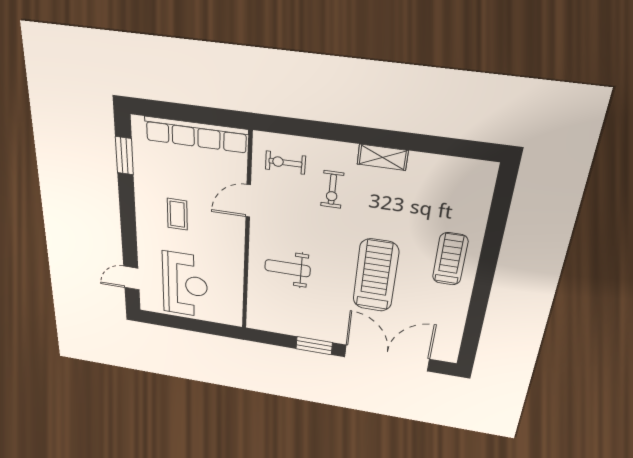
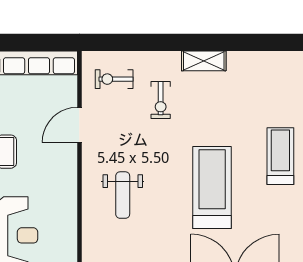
weight bench: (287, 268) -> (123, 195), turned -90

